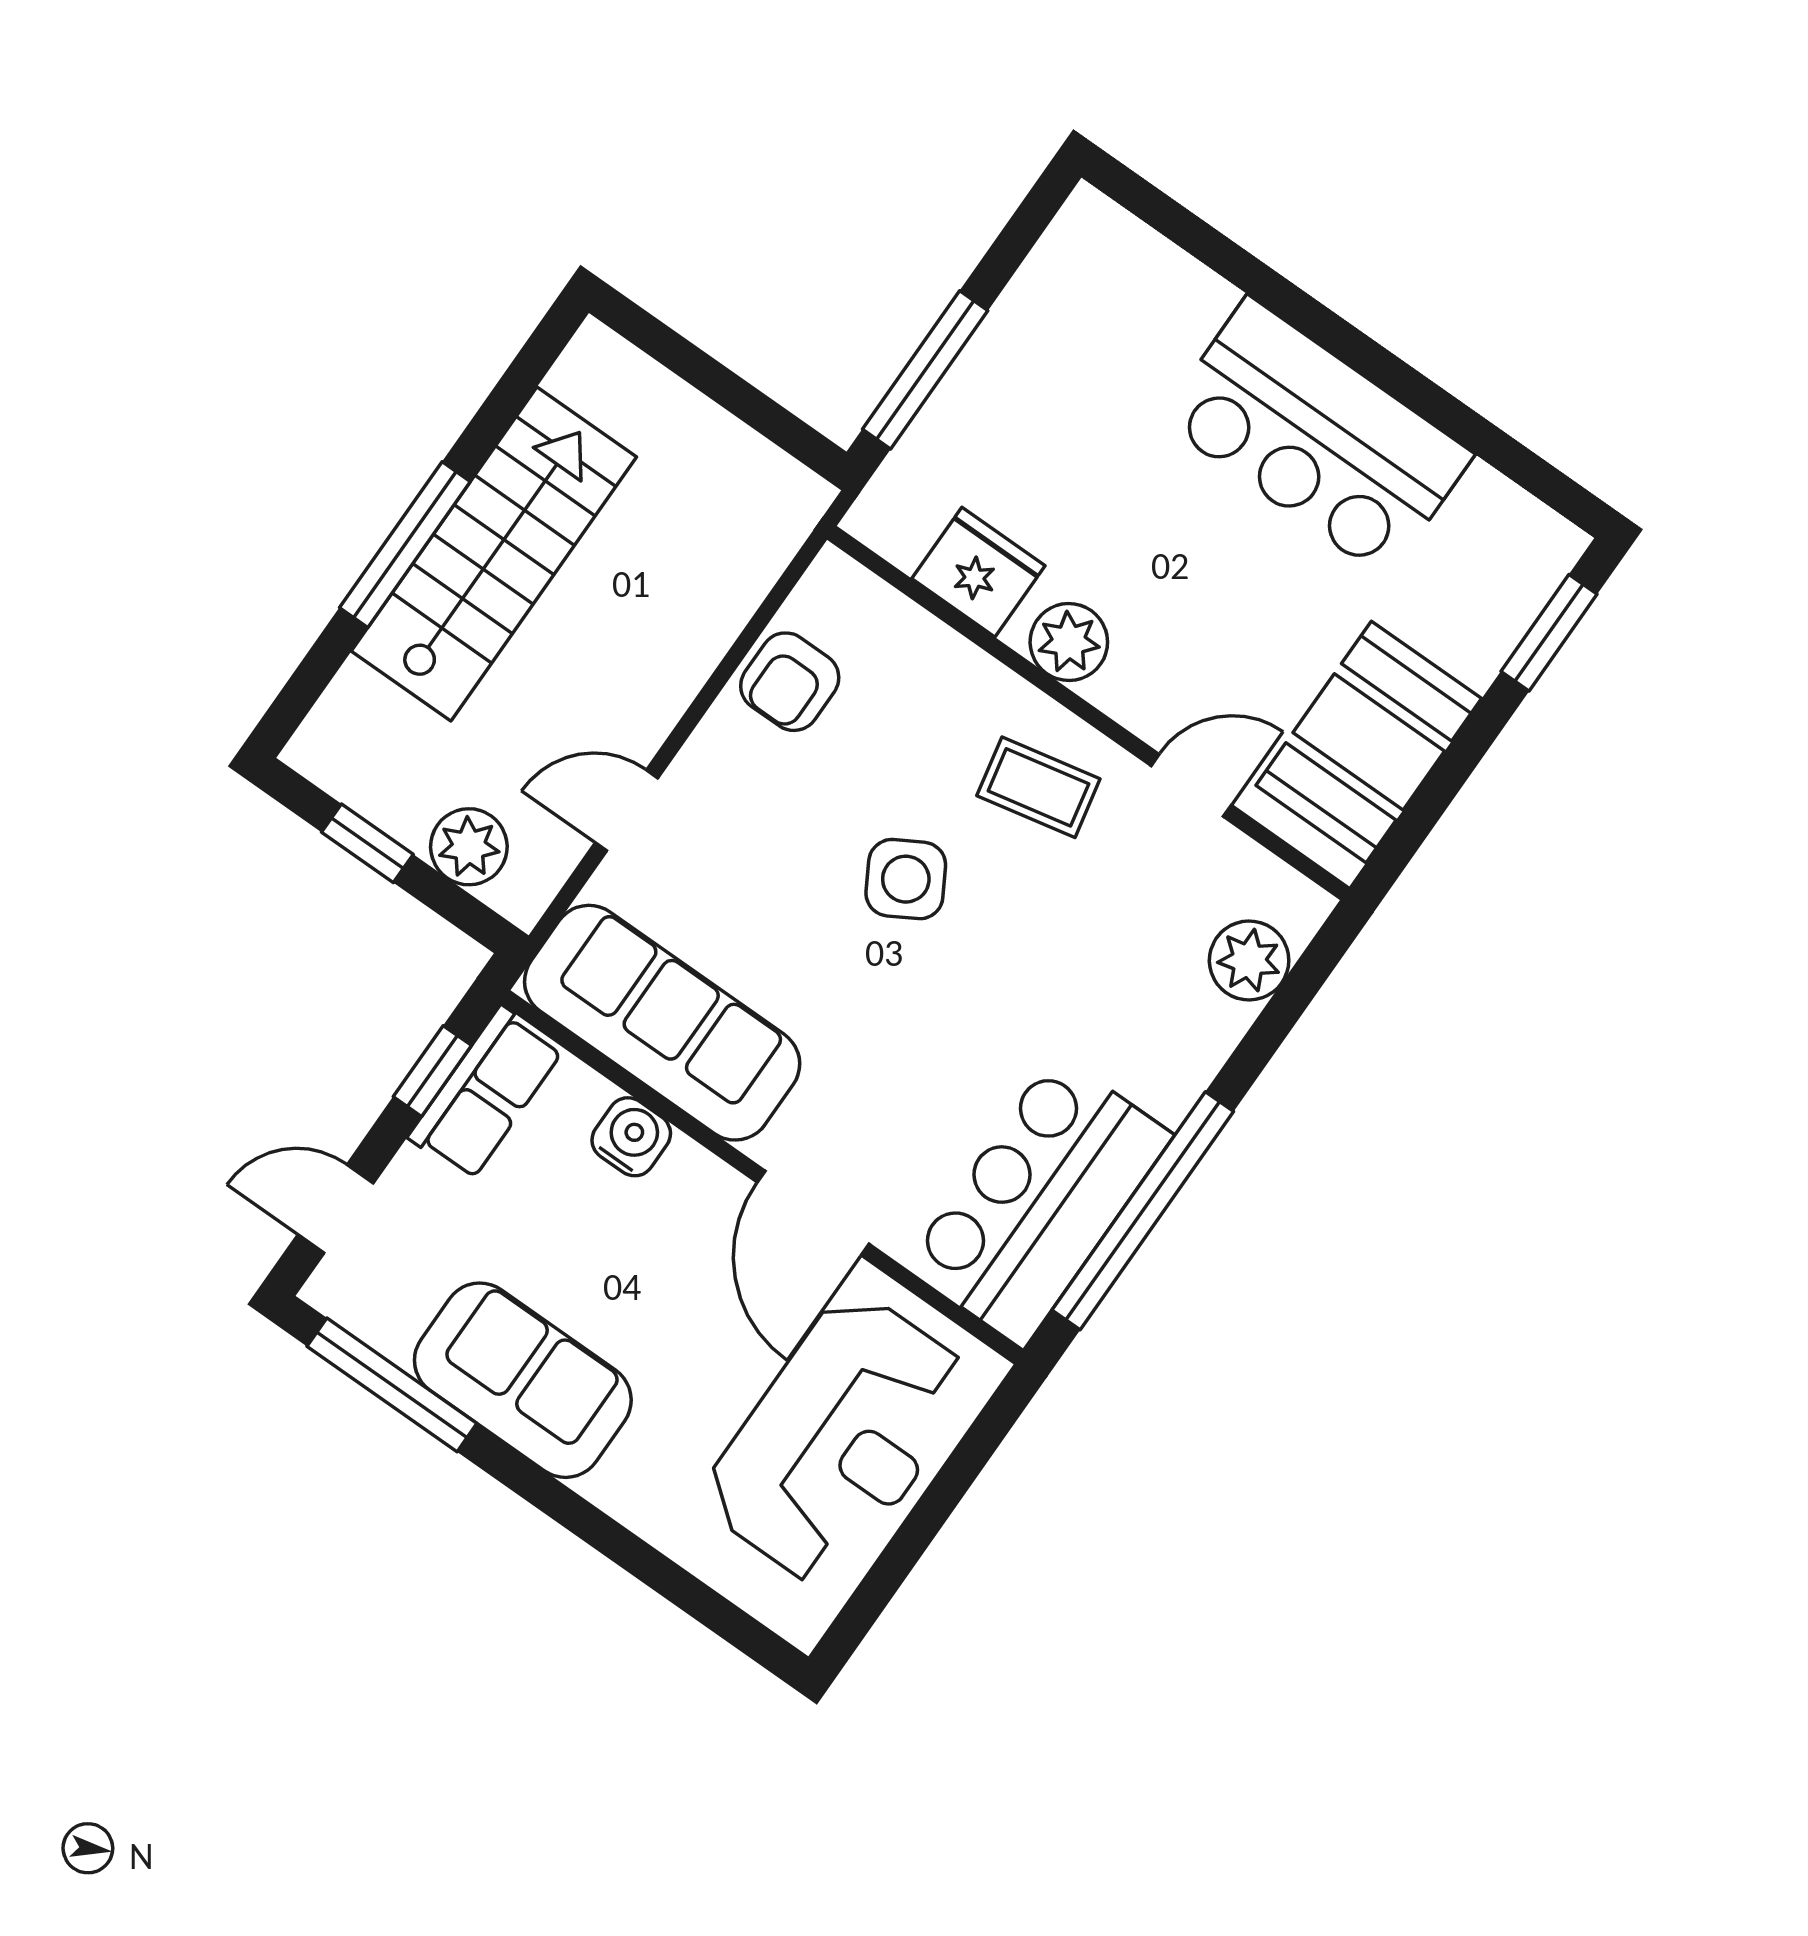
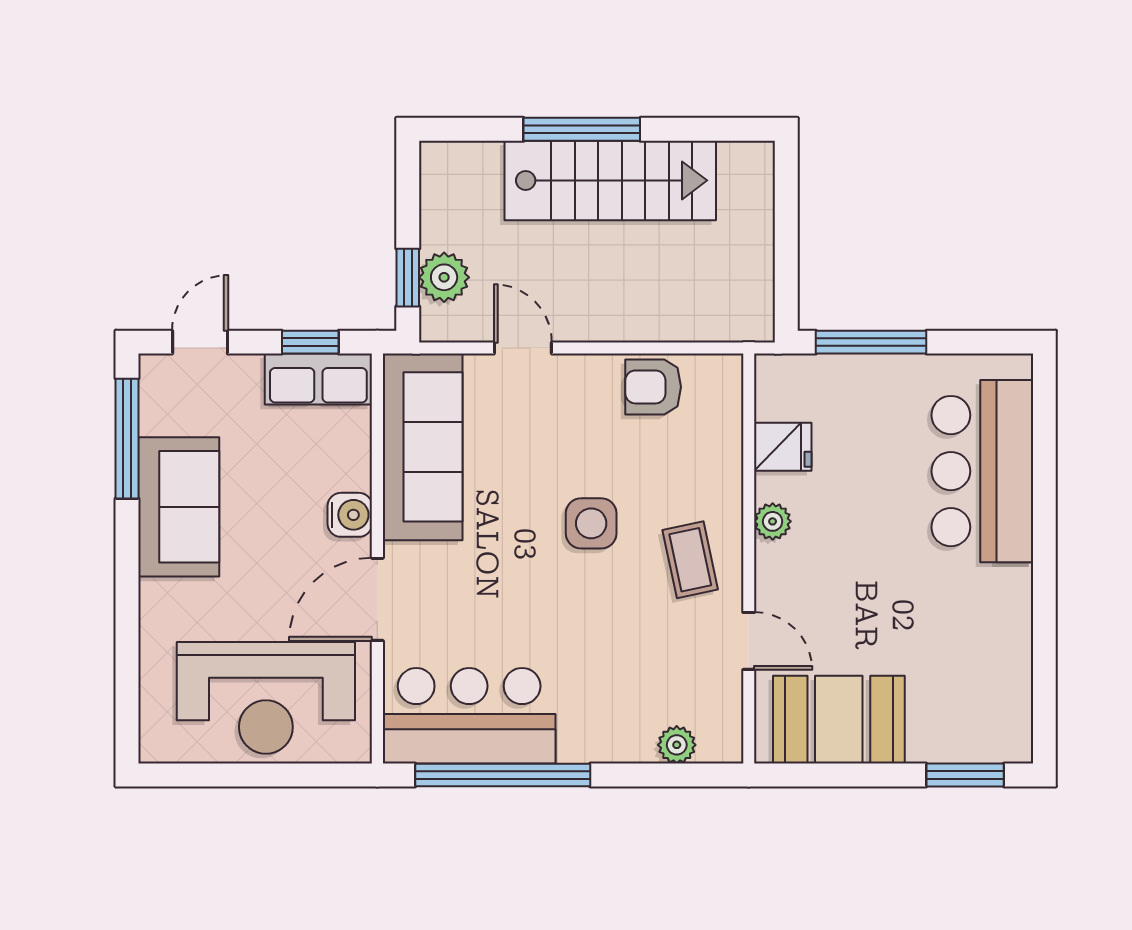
bar counter: (1317, 437) -> (982, 471), moved
fridge: (978, 572) -> (783, 447), width x0.72
plant: (1069, 642) -> (773, 521), width x0.73, depth x0.73
window: (367, 843) -> (408, 278), moved
side table: (906, 879) -> (591, 523), turned 30
plant: (1249, 960) -> (677, 745), width x0.73, depth x0.73
water cooler: (631, 1137) -> (350, 515), moved
door: (336, 1209) -> (200, 342), hinge flipped

